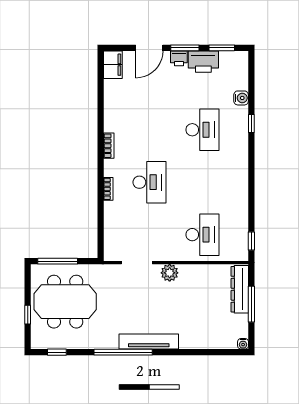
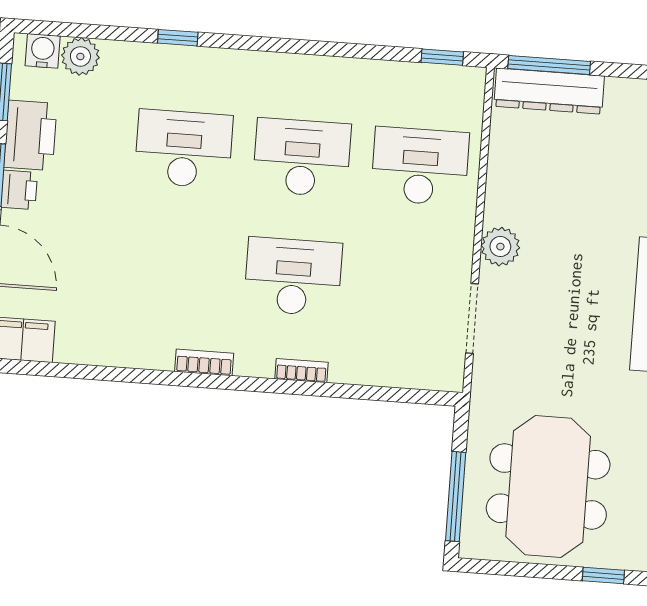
plant: (240, 81) -> (80, 56), added
water cooler: (241, 98) -> (43, 51), moved
desk: (202, 182) -> (302, 157), added
window: (251, 304) -> (549, 65), moved
window: (28, 315) -> (603, 575), moved

